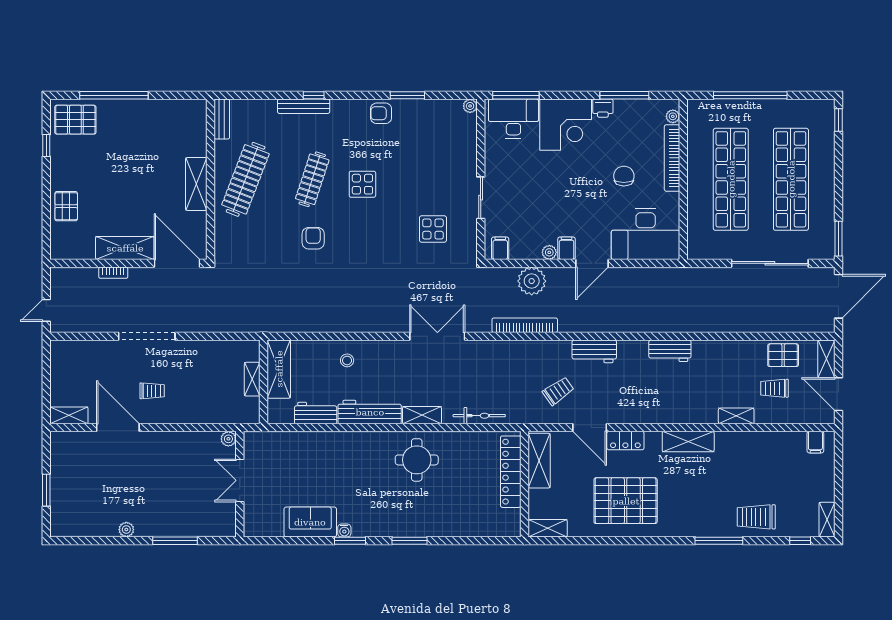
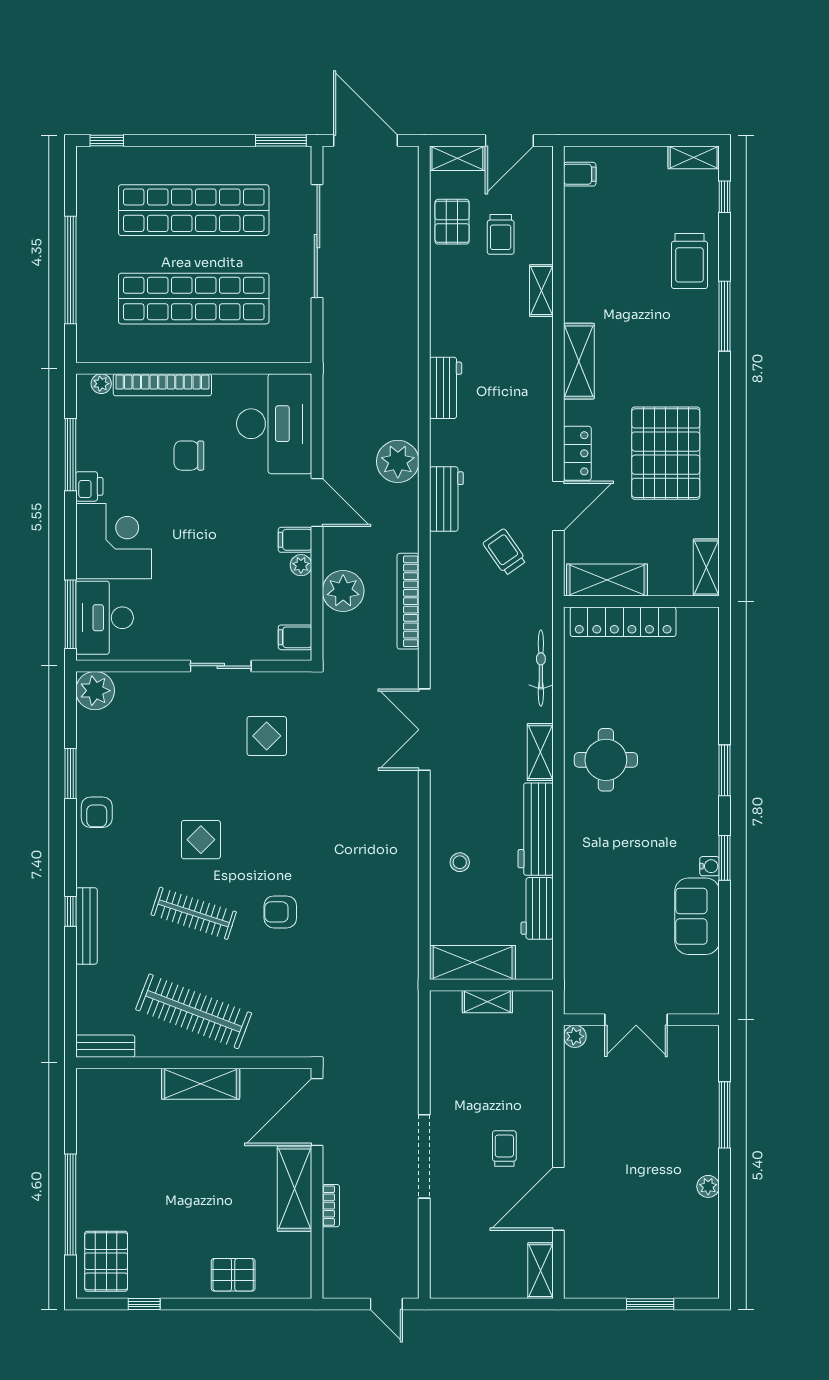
plant: (470, 106) -> (95, 691), width x1.87, depth x1.87
plant: (620, 318) -> (398, 461), added

